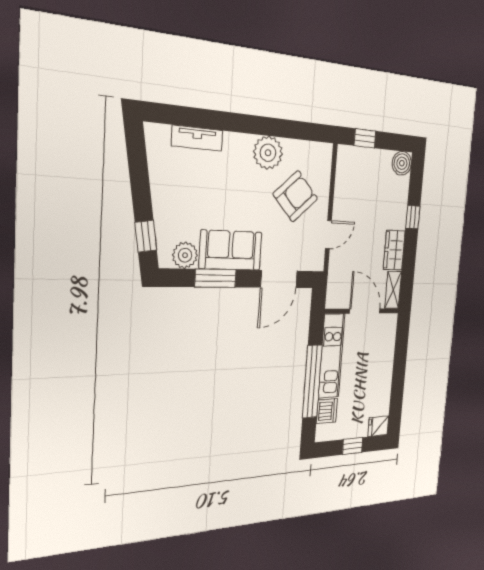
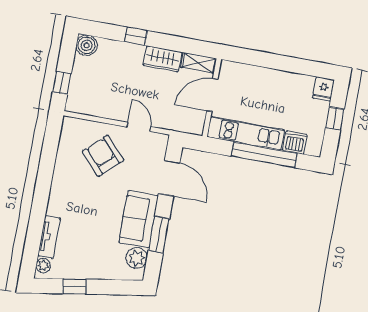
plant: (268, 153) -> (43, 266), moved, width x0.53, depth x0.53
window: (146, 236) -> (74, 286), moved

